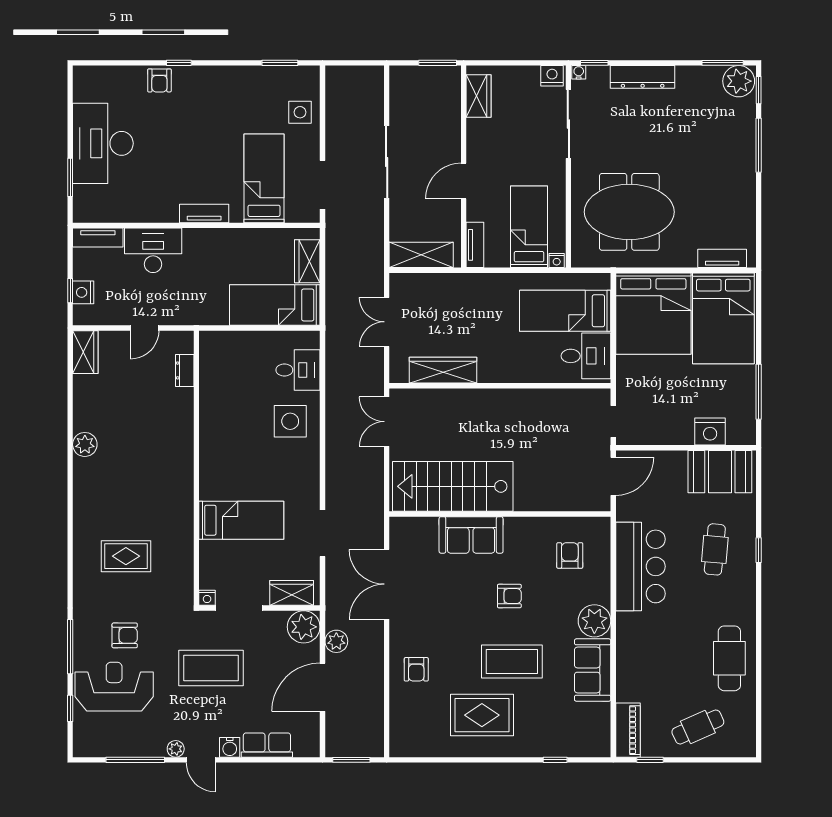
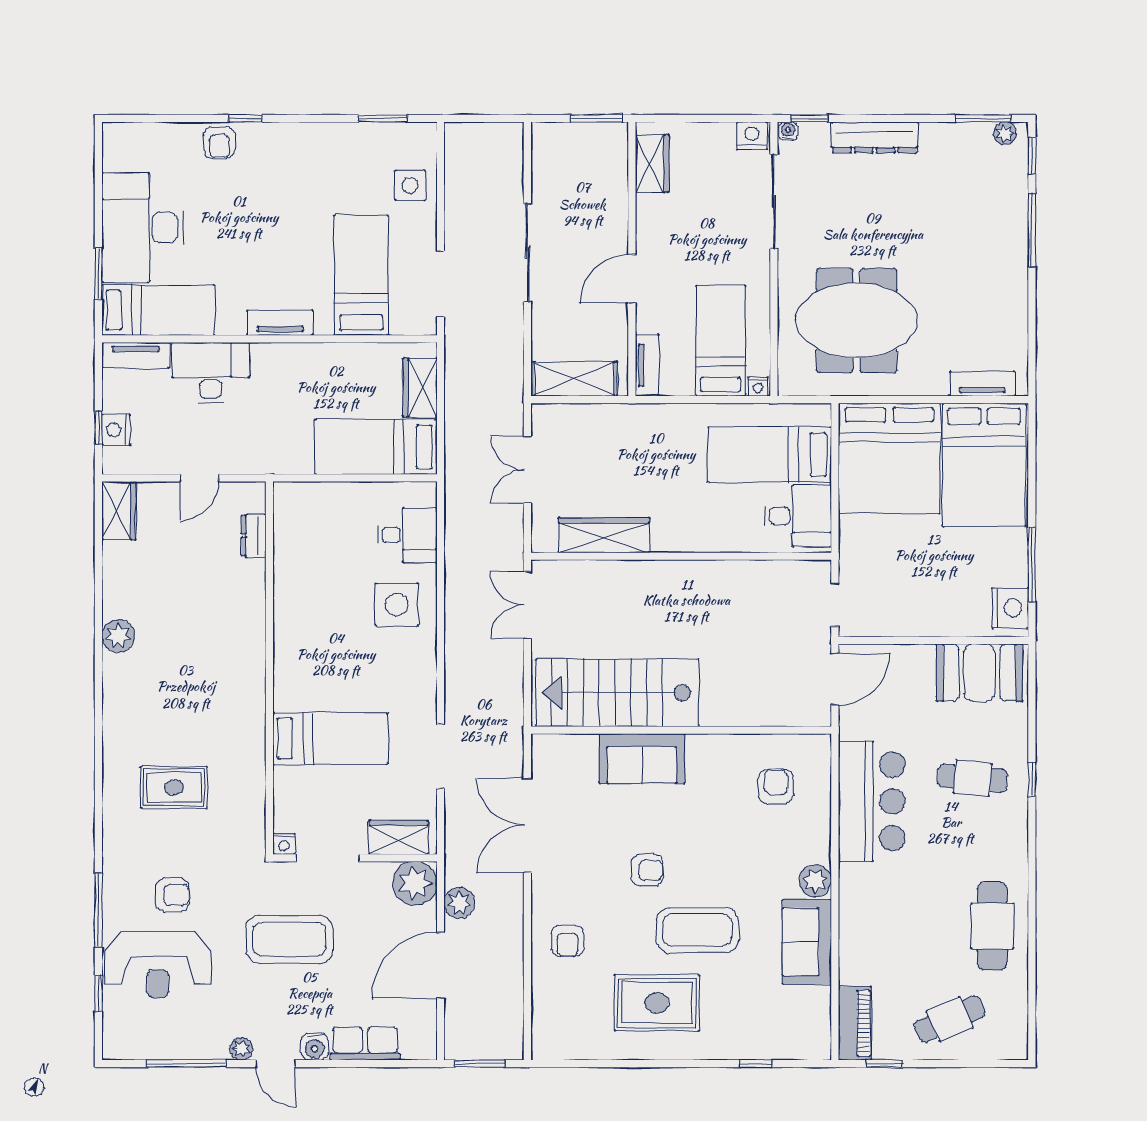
plant: (739, 81) -> (1005, 133), width x0.53, depth x0.53
bed: (114, 204) -> (158, 310), added
nightstand: (710, 432) -> (1010, 608), moved, turned -90
cafe table: (715, 549) -> (973, 778), turned 90
armchair: (509, 596) -> (647, 870), moved
plant: (594, 621) -> (815, 881), width x0.73, depth x0.73
reception desk: (114, 687) -> (158, 964), turned 180

